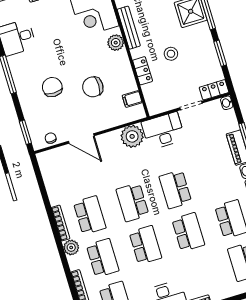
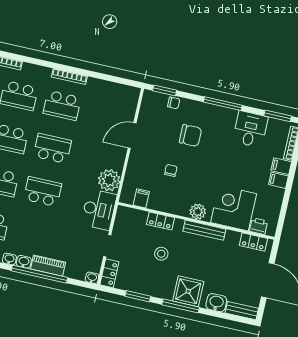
chair: (93, 87) -> (171, 170), width x0.54, depth x0.54
chair: (51, 138) -> (174, 103), moved
plant: (71, 247) -> (43, 74), removed

